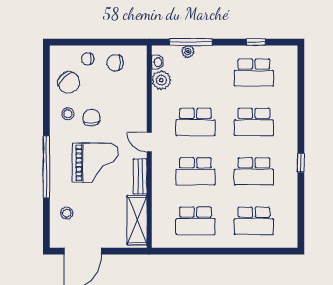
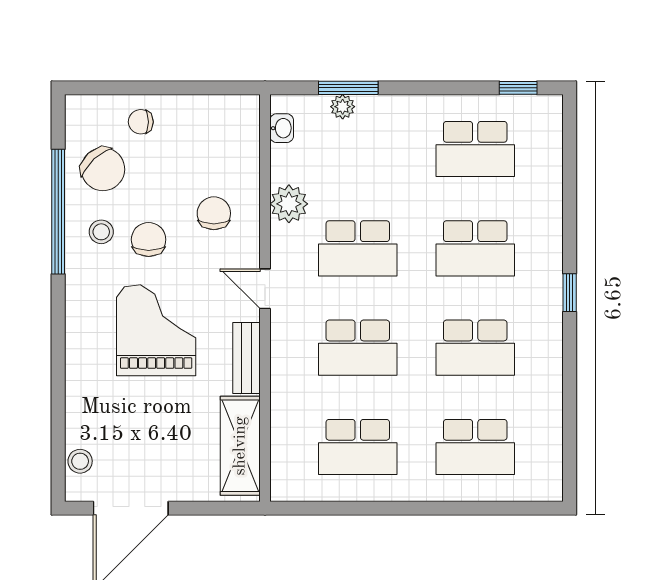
window: (191, 42) -> (348, 88), width x0.69
window: (256, 42) -> (518, 88), moved
chair: (115, 63) -> (214, 213), moved, turned 90
plant: (161, 80) -> (289, 204), moved
grand piano: (95, 163) -> (156, 330), turned -90
window: (301, 163) -> (570, 293), moved
window: (46, 167) -> (58, 212), moved
stool: (67, 213) -> (80, 461), moved

